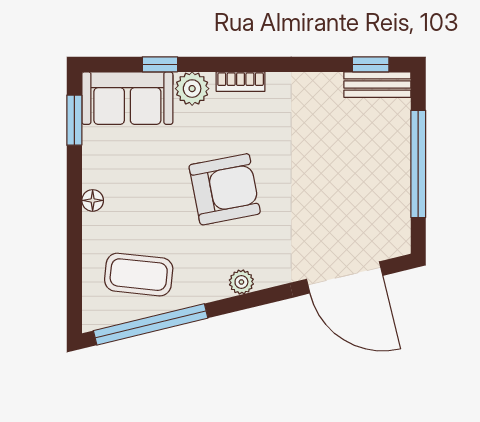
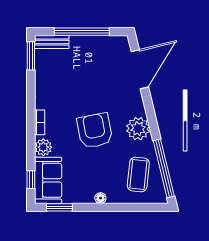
window: (160, 64) -> (31, 180), moved
window: (371, 64) -> (31, 56), width x1.50
bench: (377, 85) -> (52, 42), moved, turned 90
plant: (241, 282) -> (138, 129), width x1.88, depth x1.88

